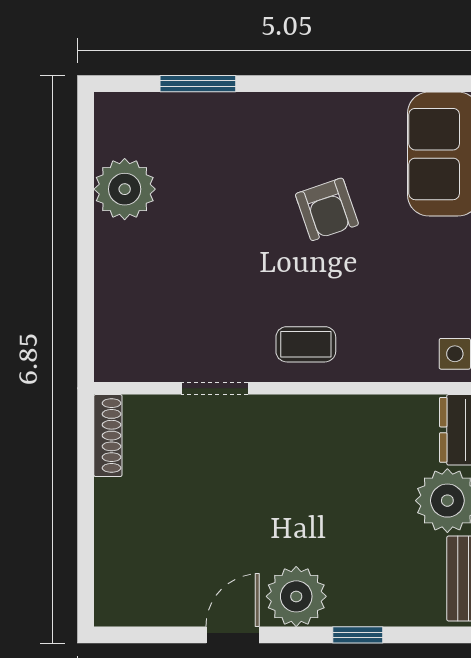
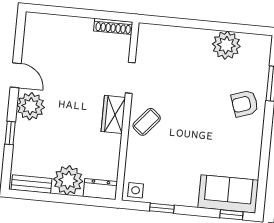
armchair: (327, 209) -> (245, 104), moved
coffee table: (306, 344) -> (147, 122), turned 40
wardrobe: (297, 417) -> (113, 114), added

